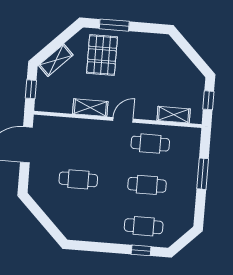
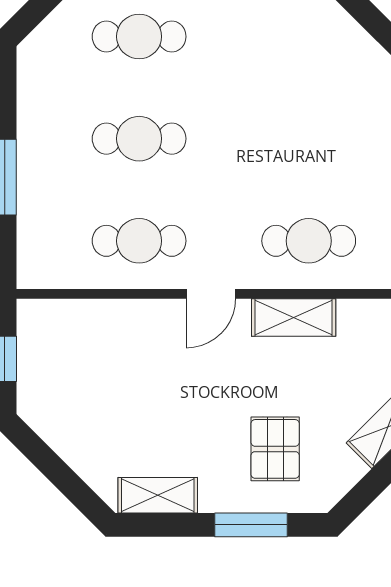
pallet: (102, 55) -> (275, 449), width x0.67, depth x0.71
shelving: (174, 115) -> (158, 495), moved
cafe table: (78, 179) -> (309, 241), moved

